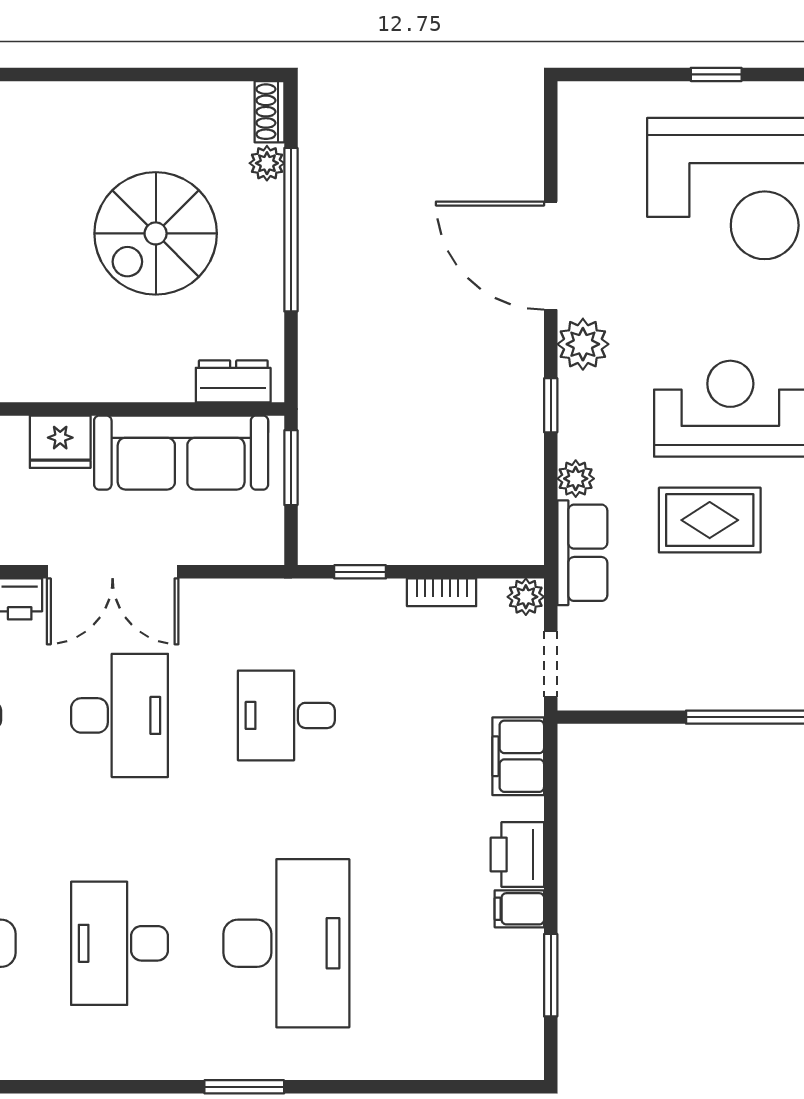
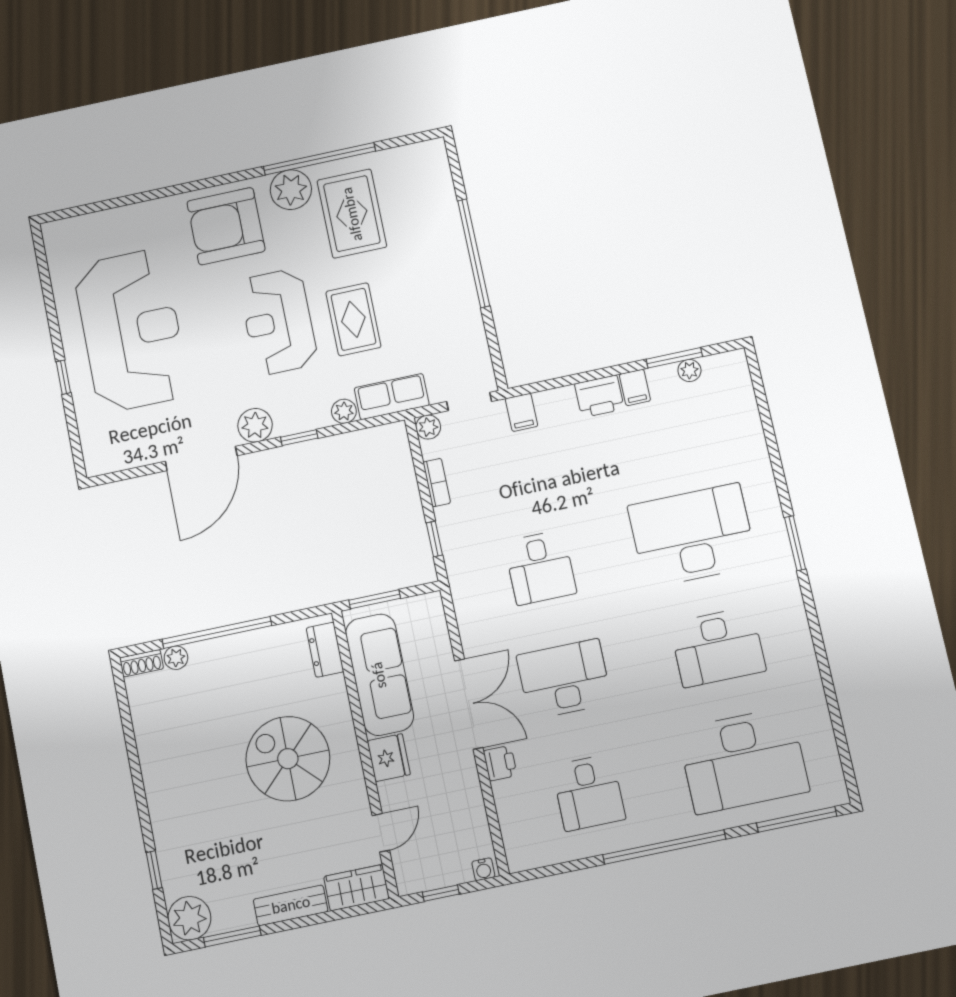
spiral stairs: (156, 233) -> (288, 759), moved, turned 180
filing cabinet: (518, 756) -> (522, 412), width x0.50
plant: (527, 993) -> (689, 370), added

